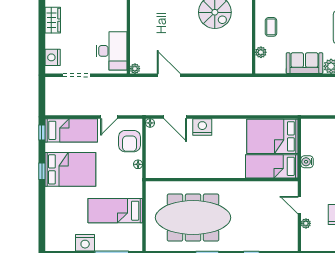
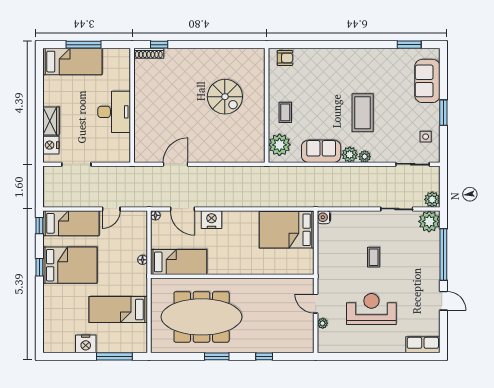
wardrobe: (53, 20) -> (51, 121), moved
desk: (112, 51) -> (114, 112), moved
plant: (261, 52) -> (279, 145), width x1.87, depth x1.87
plant: (135, 69) -> (139, 157), removed
door: (169, 75) -> (175, 164), hinge flipped
armchair: (129, 141) -> (133, 235), removed
water cooler: (307, 162) -> (324, 217), moved
bed: (272, 166) -> (179, 262), moved, turned 180

